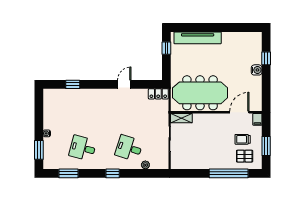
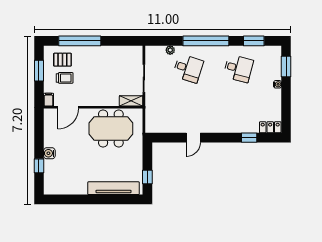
meeting table: (200, 93) -> (111, 128), width x0.73
locker: (158, 94) -> (270, 127), moved
window: (113, 173) -> (206, 41), width x3.17

